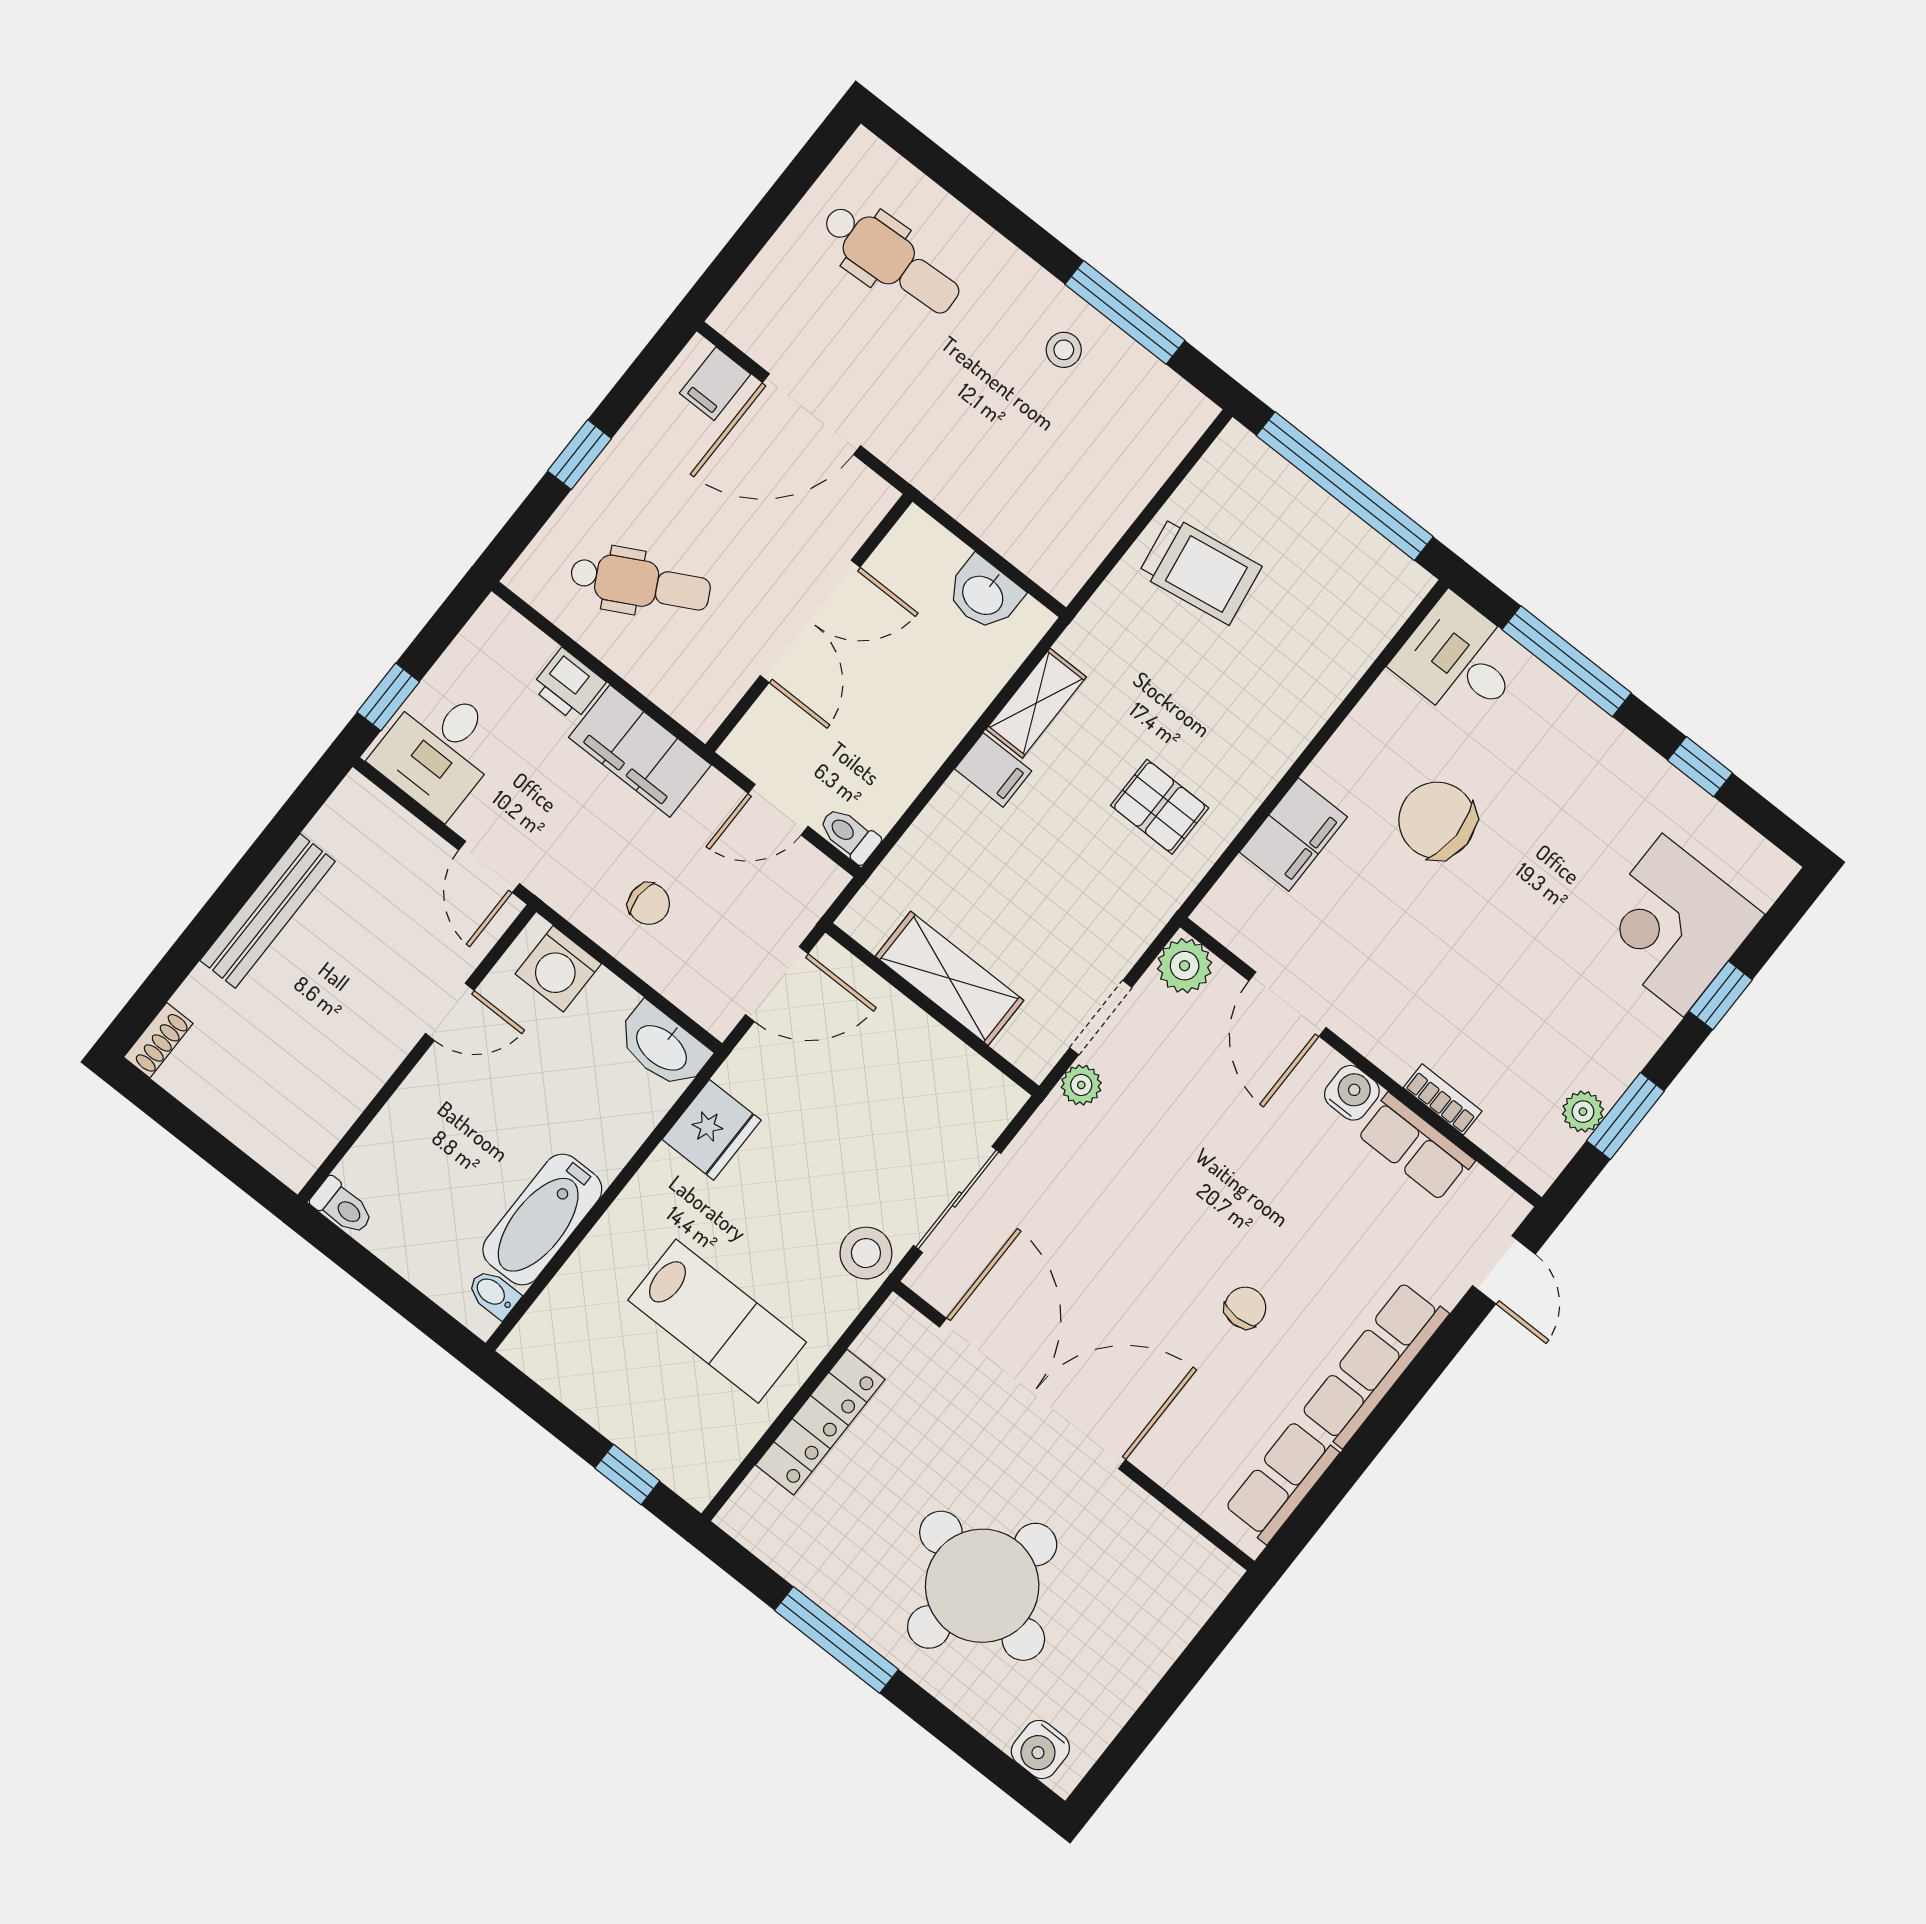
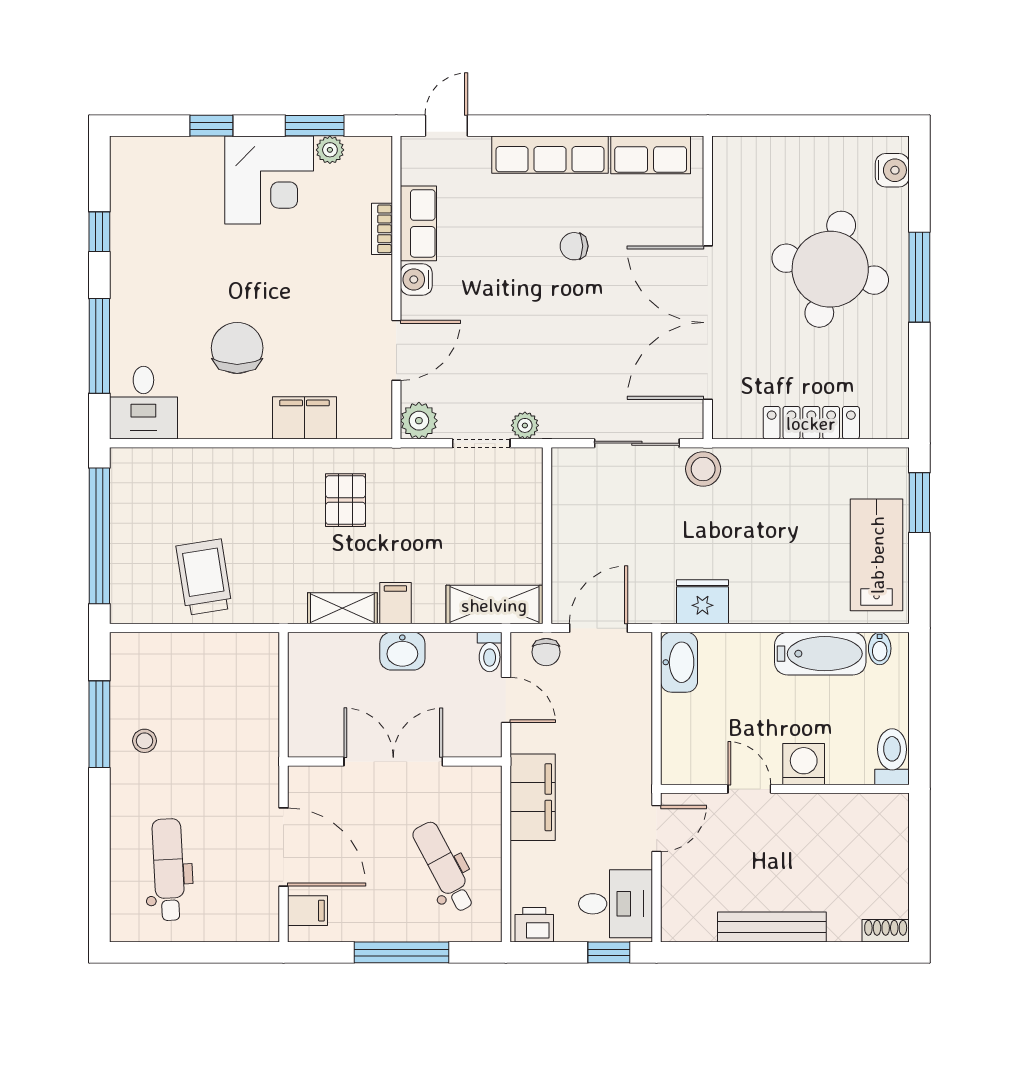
window: (580, 455) -> (401, 952), width x2.17
washbasin: (984, 594) -> (402, 651), moved, turned 90
printer: (568, 685) -> (534, 925), moved, turned -90
chair: (1437, 820) -> (237, 348), turned 180
chair: (649, 904) -> (546, 652), moved, turned 180
corner desk: (1673, 925) -> (269, 180), moved
washing machine: (558, 969) -> (804, 764), moved, turned -90
shelving: (949, 978) -> (494, 605), moved, turned 90
door: (777, 984) -> (599, 628), hinge flipped
toilet: (342, 1206) -> (892, 757), width x1.37, depth x1.39
lab bench: (717, 1321) -> (877, 555), moved
window: (627, 1475) -> (919, 503), width x1.50
window: (837, 1640) -> (919, 277), moved

